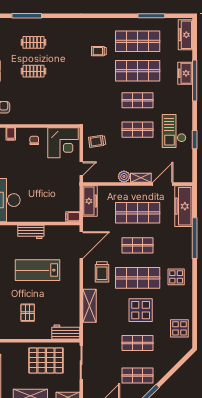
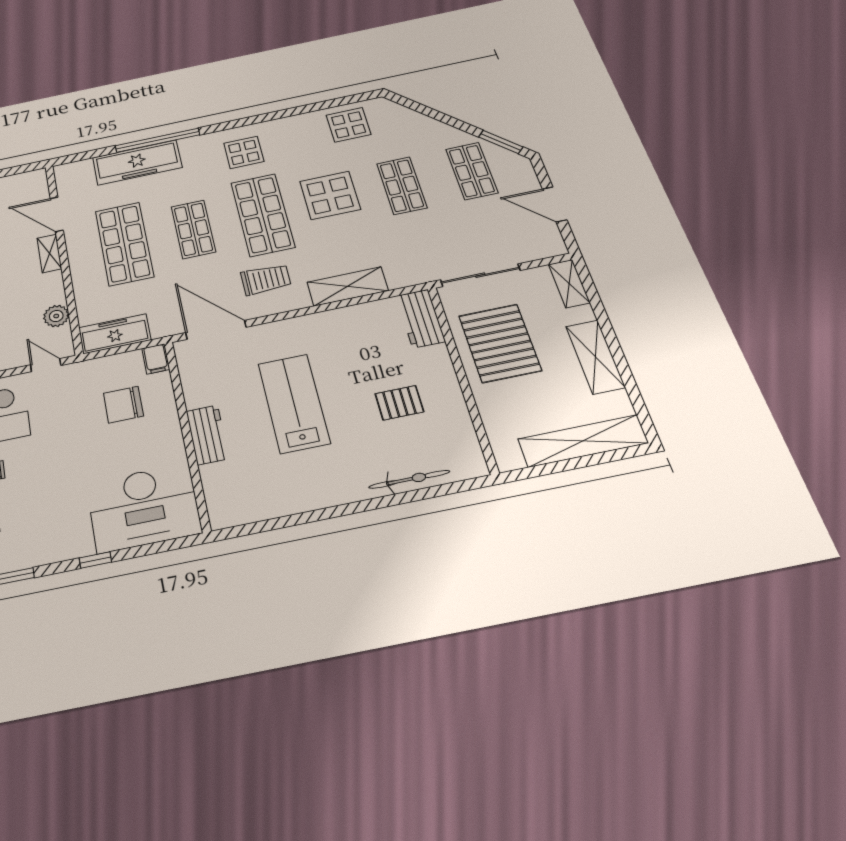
plant: (124, 176) -> (56, 316), moved
chair: (53, 199) -> (123, 405), added
freezer: (184, 206) -> (137, 163), moved
lab bench: (37, 270) -> (294, 403), turned 180

